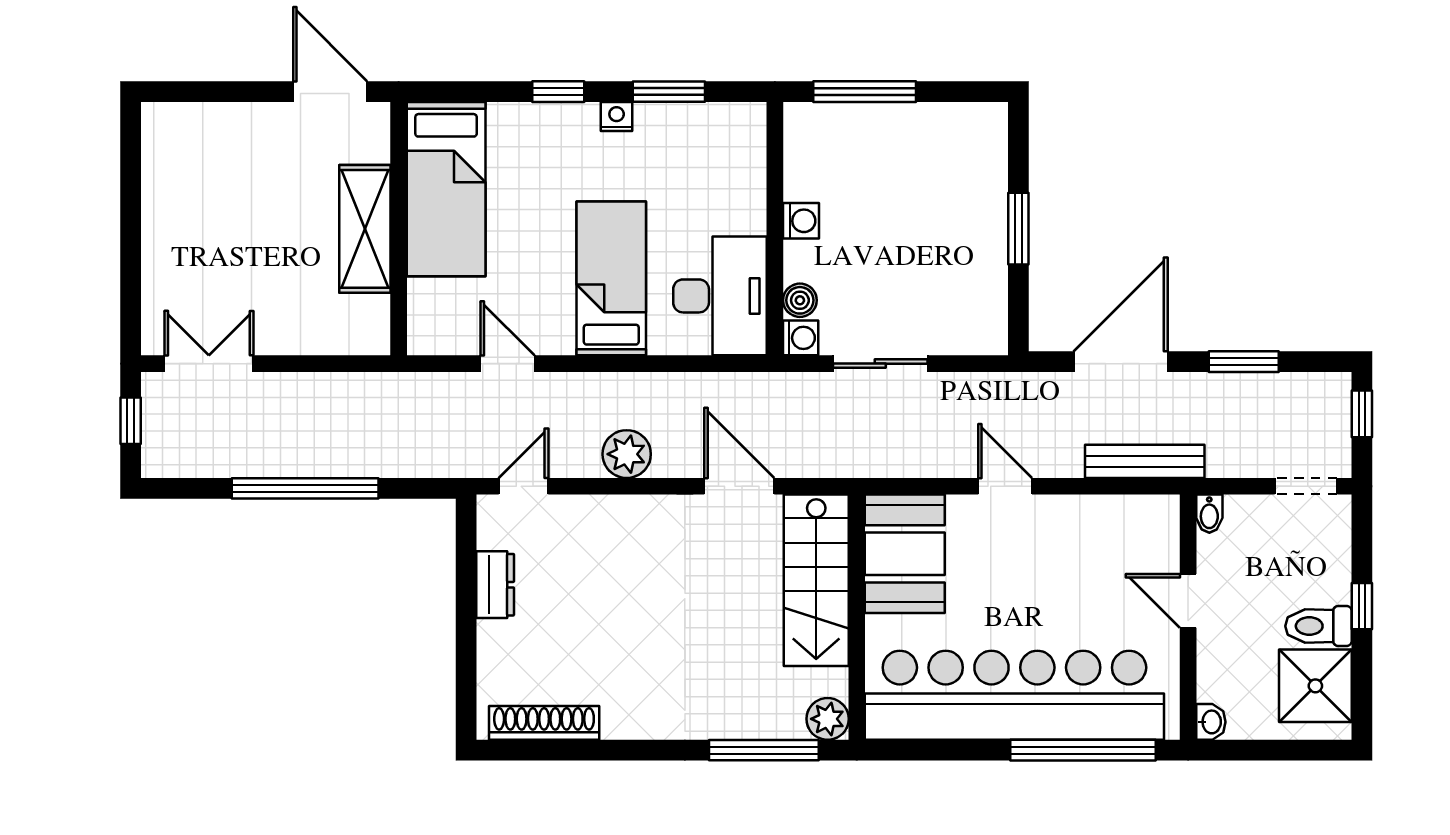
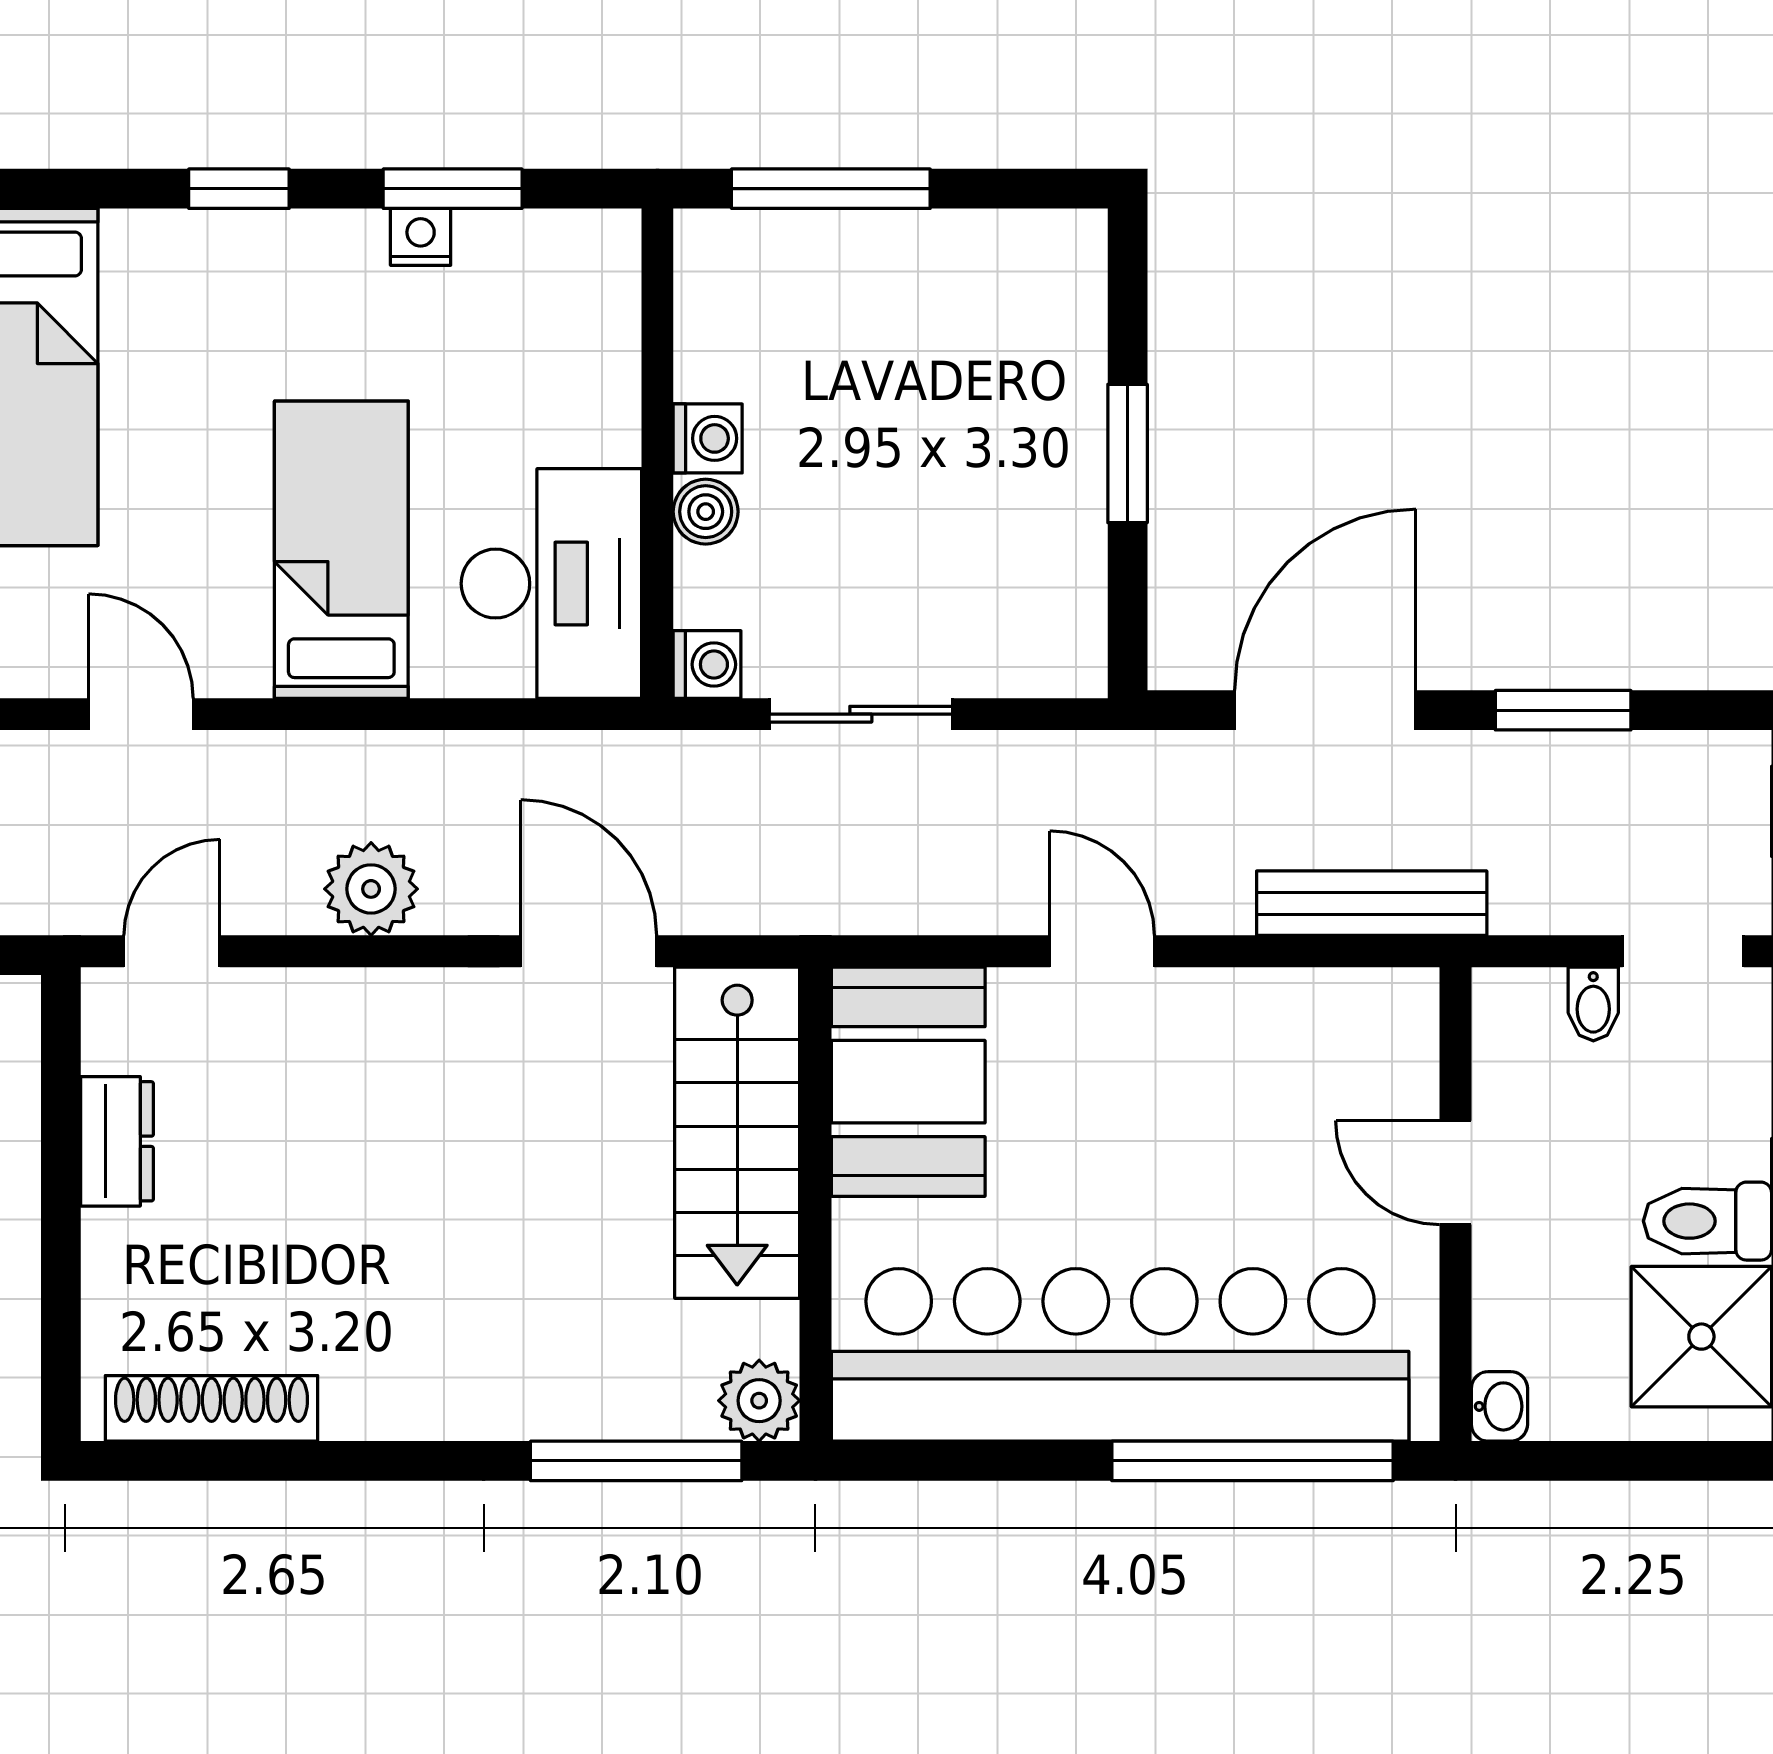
nightstand: (617, 116) -> (421, 237), moved
boiler: (800, 300) -> (706, 512), moved
bidet: (1209, 514) -> (1593, 1004), moved

